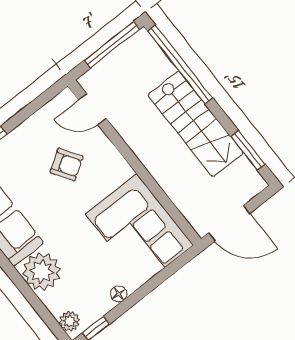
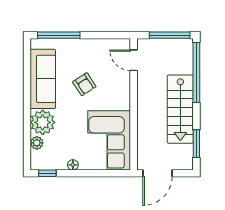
armchair: (67, 164) -> (84, 84), moved
door: (229, 223) -> (157, 173), hinge flipped
plant: (70, 321) -> (37, 143), moved

